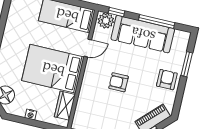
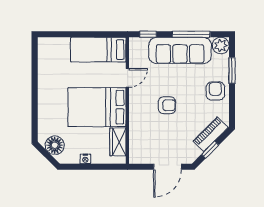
plant: (106, 21) -> (221, 46), moved
armchair: (119, 82) -> (167, 105), turned 180

